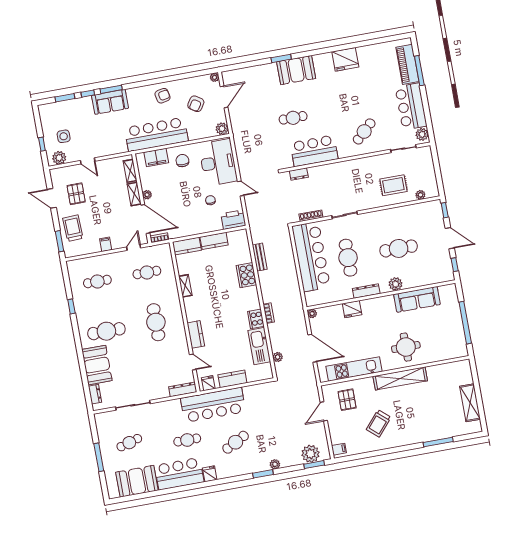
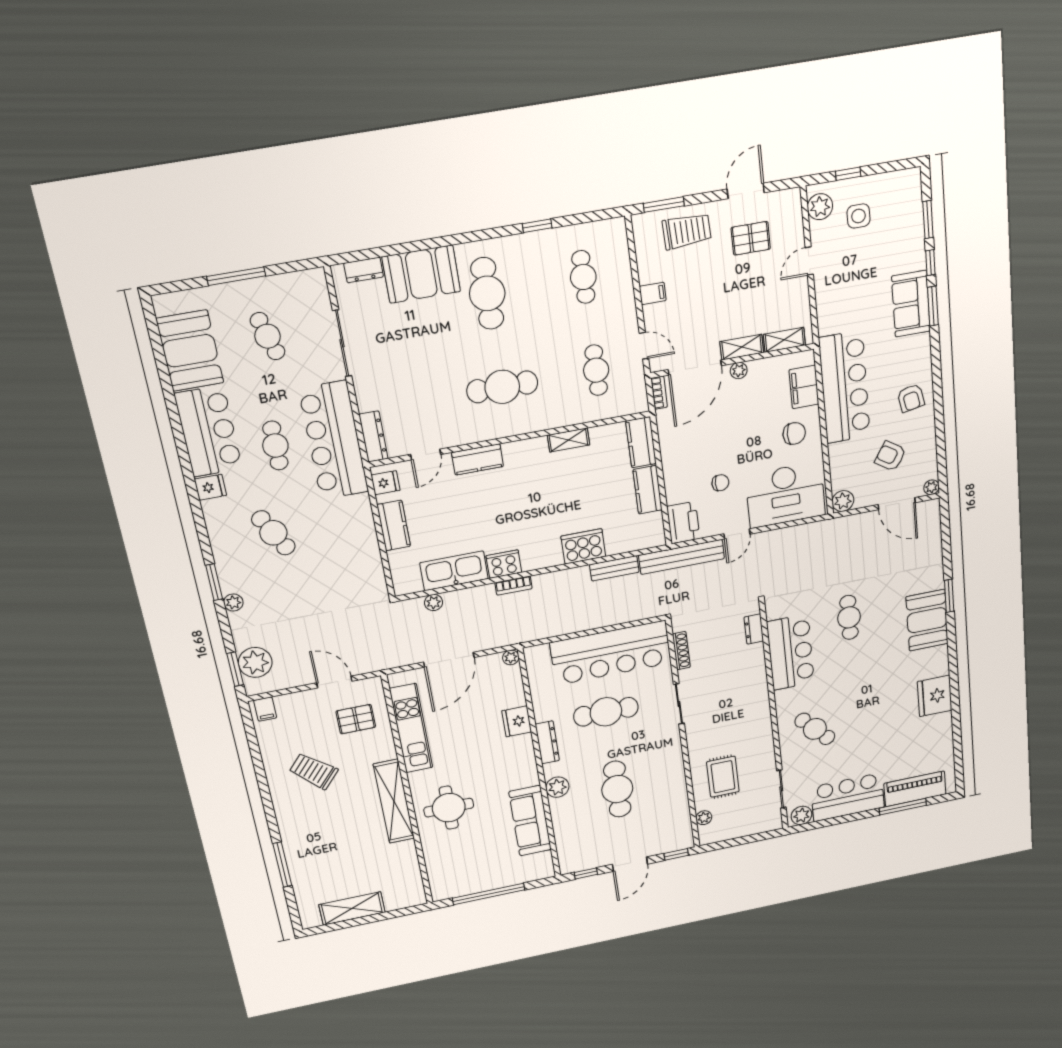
bench: (254, 219) -> (682, 557), added
bar counter: (213, 405) -> (334, 440), moved

